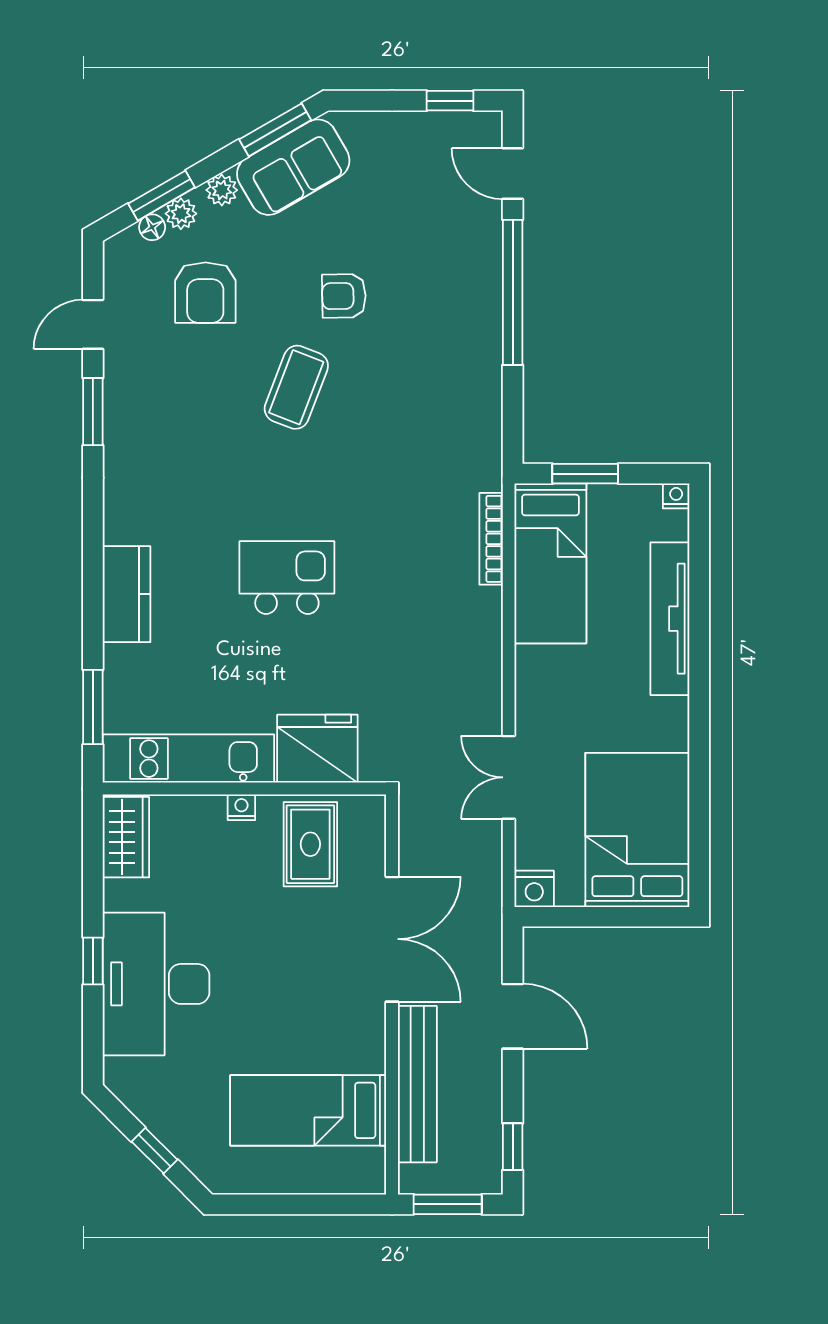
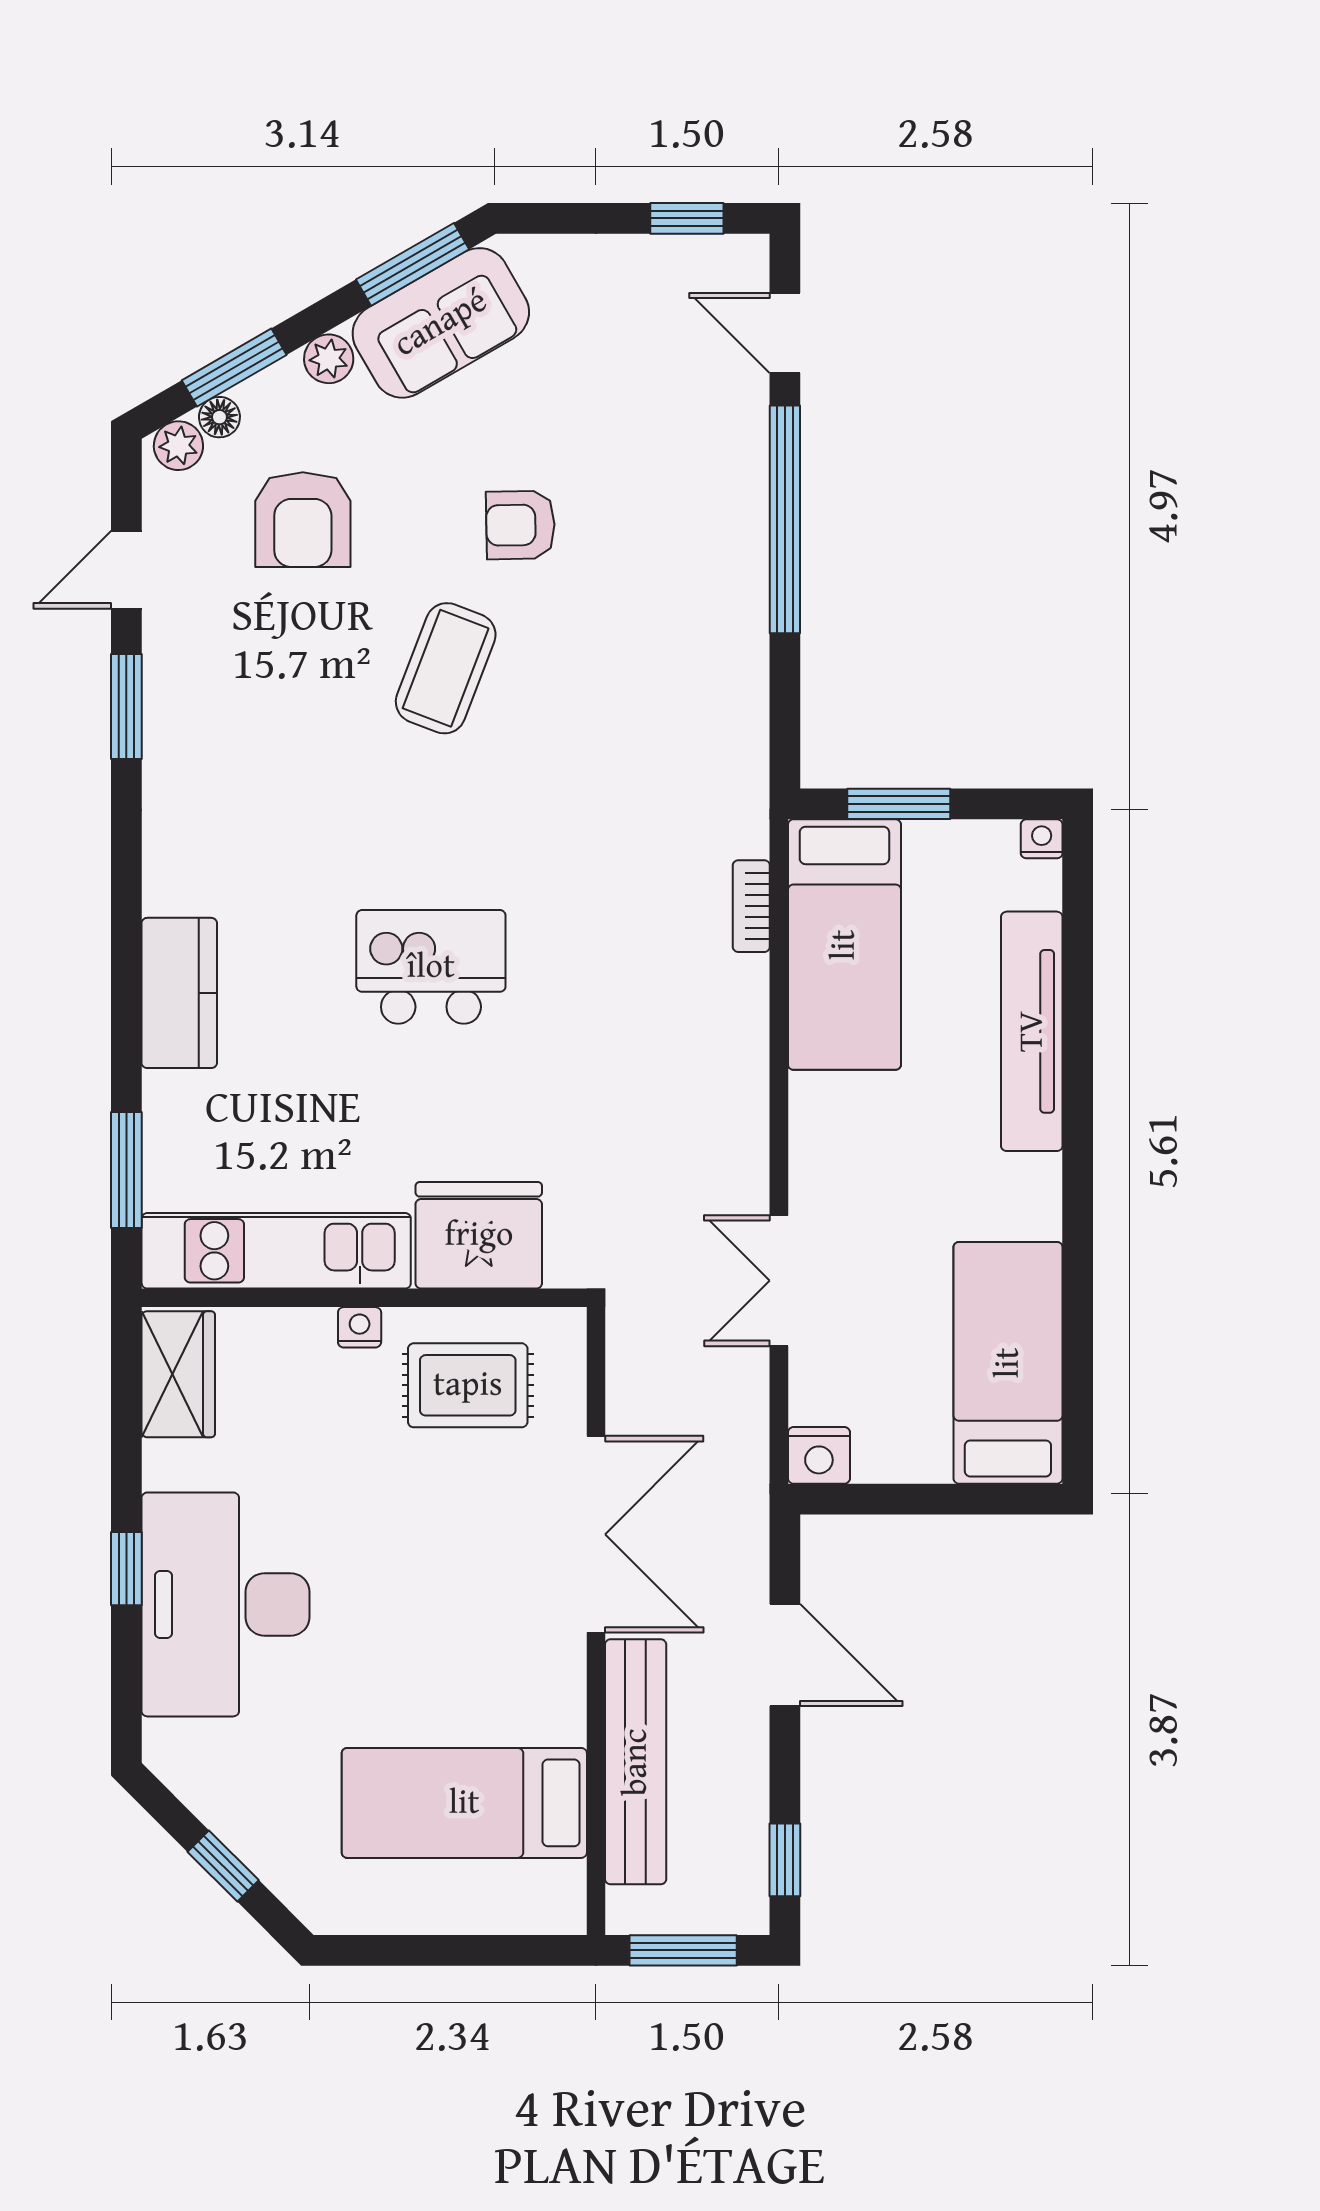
plant: (181, 214) -> (178, 446), moved
bookcase: (491, 539) -> (751, 906), width x0.64
bed: (637, 830) -> (1008, 1363), width x0.67
rug: (310, 844) -> (468, 1385), turned 90

